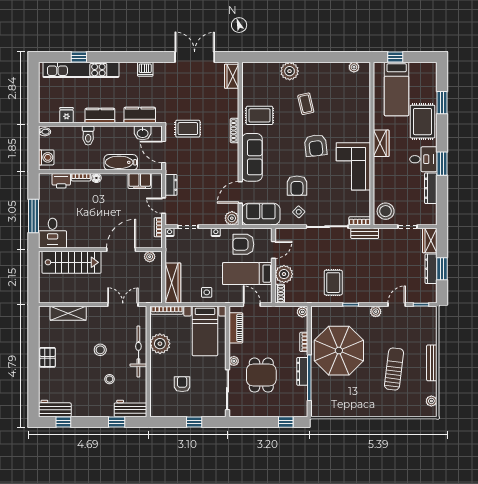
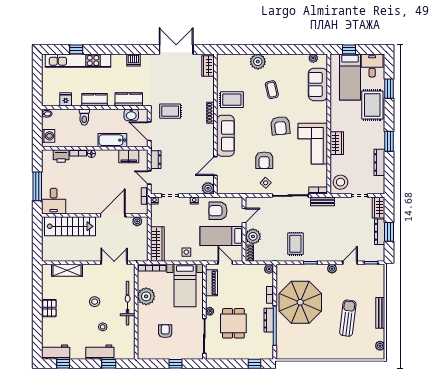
wardrobe: (381, 143) -> (337, 143), moved
desk: (423, 159) -> (372, 65), moved, turned -90
sofa: (261, 214) -> (318, 84), moved, turned -90
workbench: (131, 408) -> (100, 352), moved

